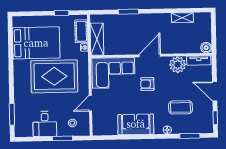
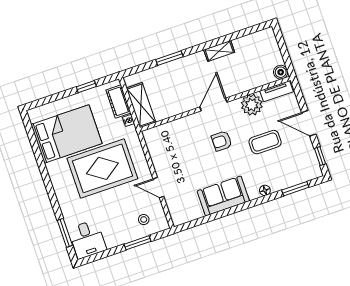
shelving: (182, 18) -> (219, 51), moved
corner sofa: (113, 73) -> (175, 141), removed
door: (90, 103) -> (158, 188), hinge flipped
coffee table: (180, 107) -> (265, 142), moved
desk: (45, 124) -> (87, 239), moved

